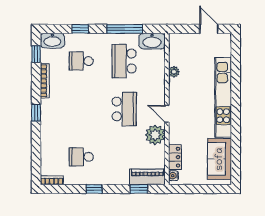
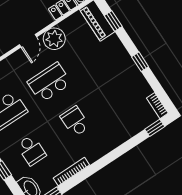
window: (36, 113) -> (155, 128), moved
school desk: (81, 157) -> (75, 121), moved, turned 180

